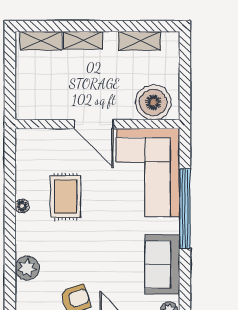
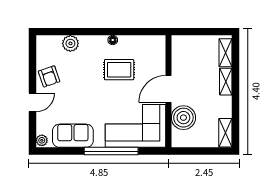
shelving: (140, 41) -> (225, 133), moved
boiler: (153, 102) -> (183, 118), moved

